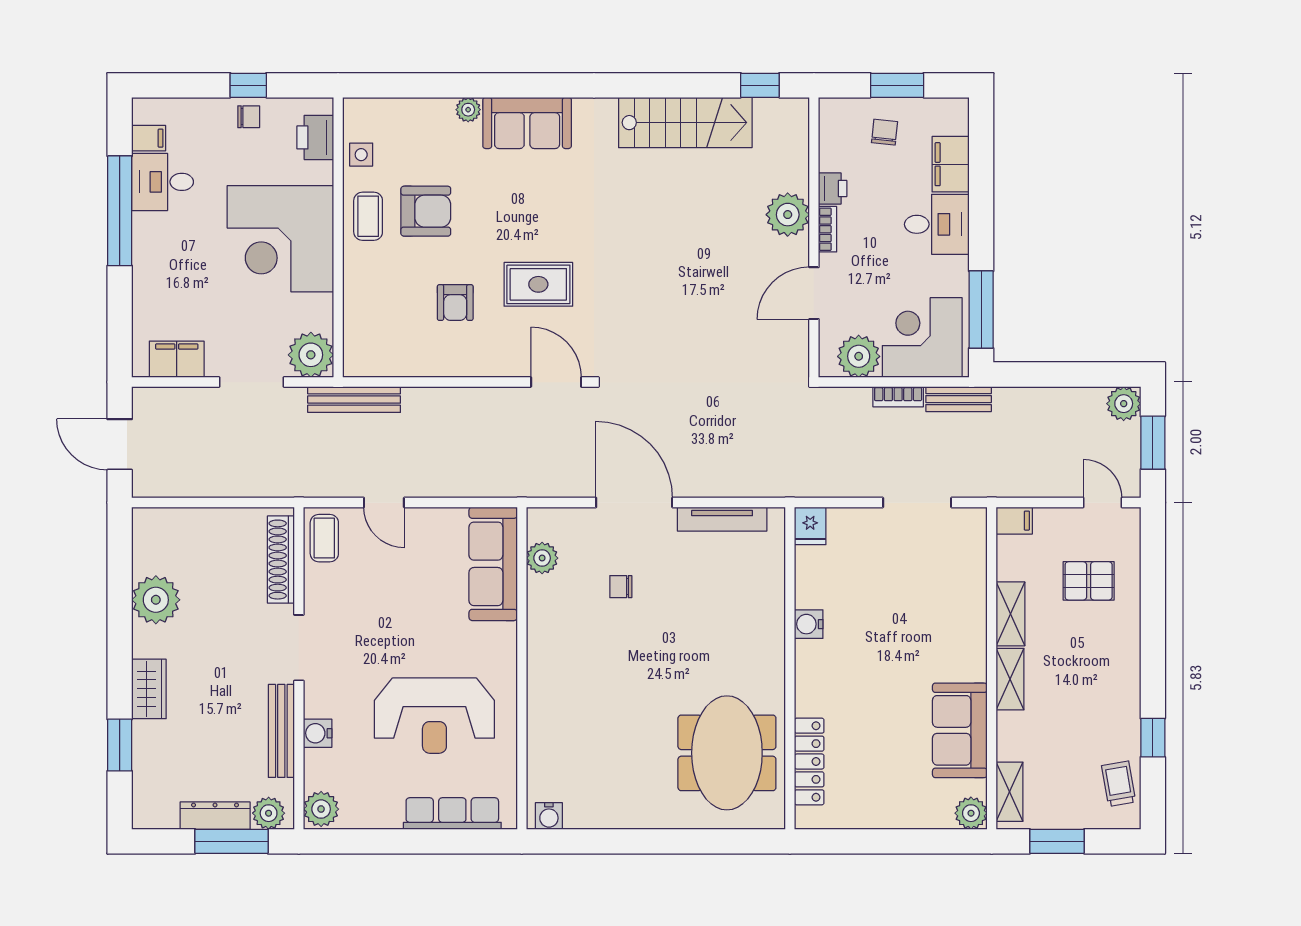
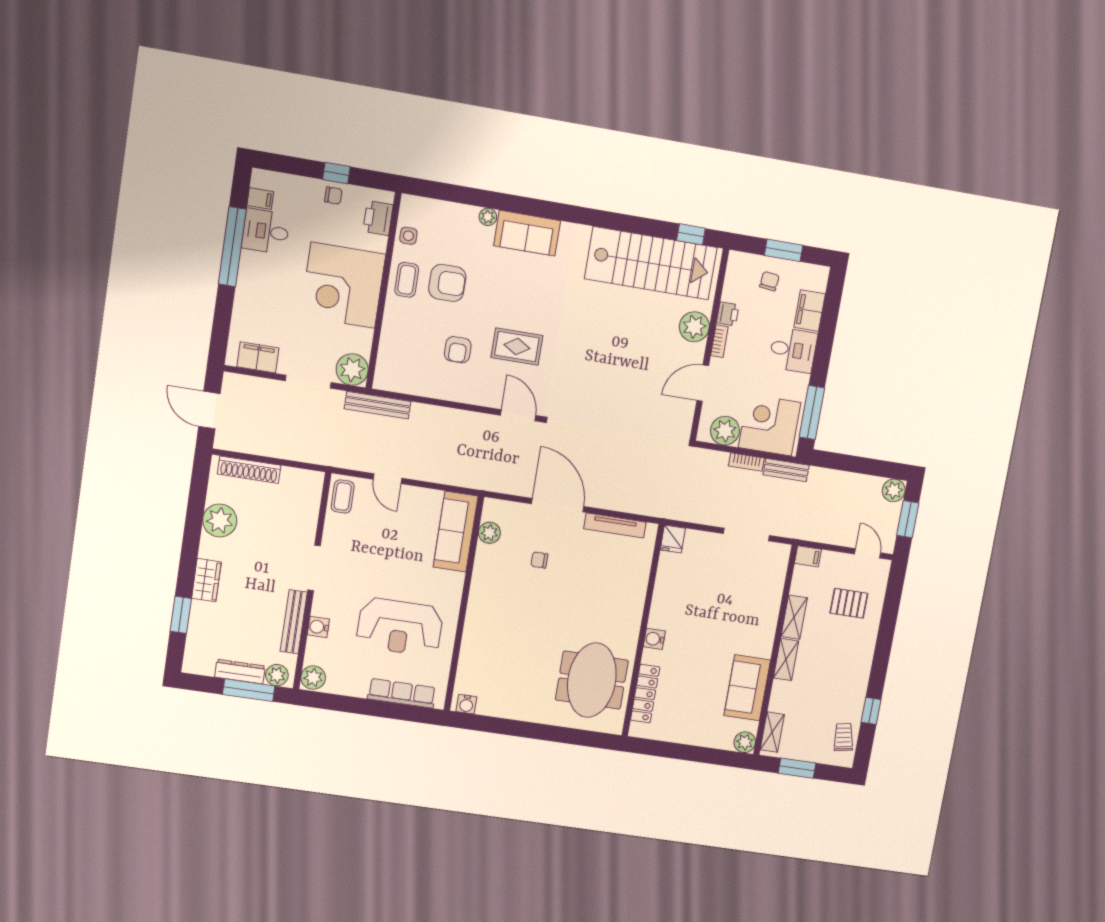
stairs: (685, 123) -> (651, 263), width x1.36, depth x1.51
shoe rack: (281, 560) -> (249, 470), moved, turned -90
water cooler: (809, 624) -> (654, 639), moved

